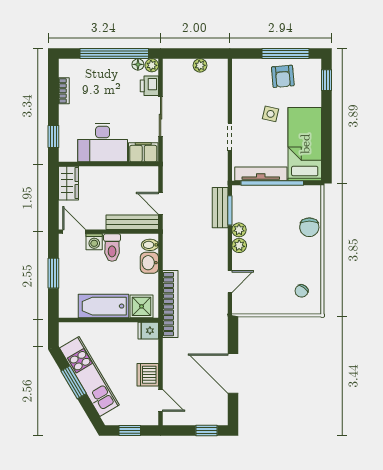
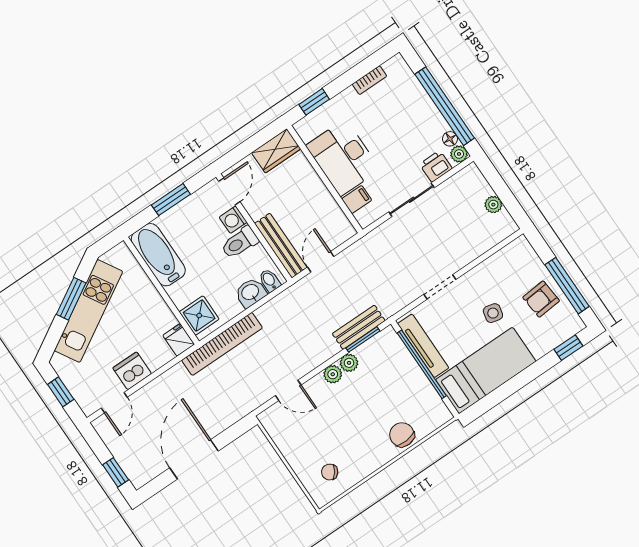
filing cabinet: (143, 152) -> (357, 199), width x0.50
chair: (309, 227) -> (402, 435), turned 86
bathtub: (104, 306) -> (158, 255), moved

